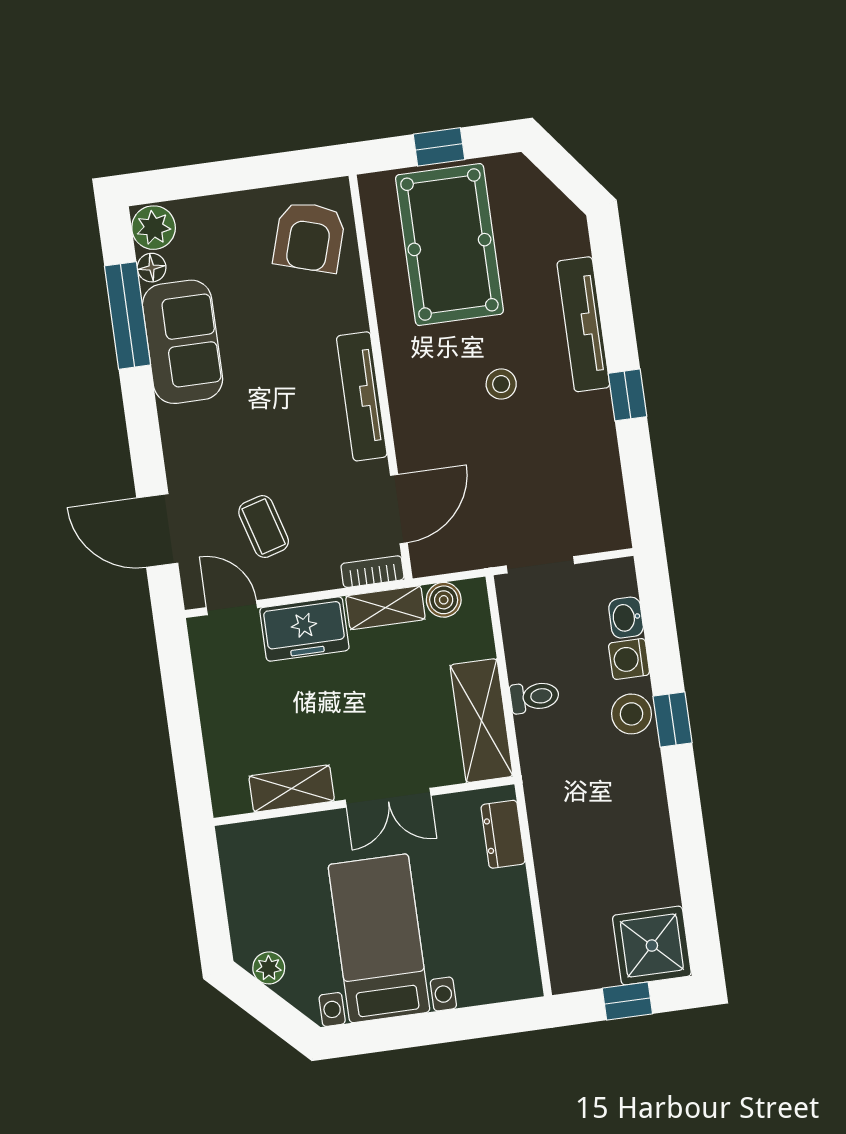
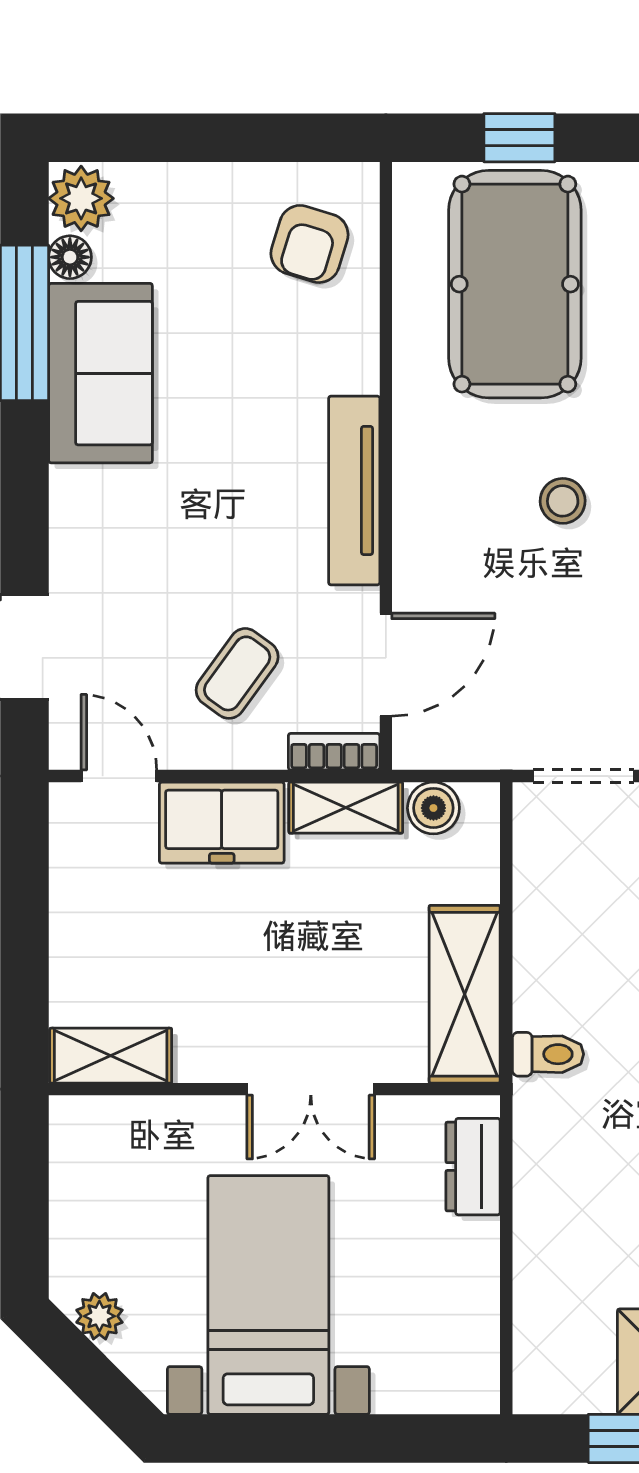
armchair: (309, 237) -> (309, 244), width x0.72, depth x0.72
coffee table: (264, 527) -> (237, 673), moved, turned 52
toilet: (535, 697) -> (548, 1054), moved
shelving: (292, 789) -> (111, 1056), moved

